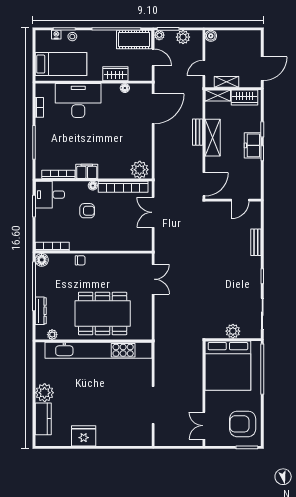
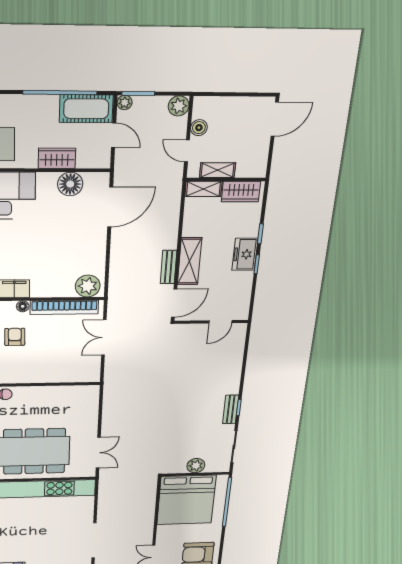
boiler: (211, 36) -> (199, 128), moved
plant: (183, 37) -> (179, 106), moved
door: (204, 68) -> (187, 151), hinge flipped
door: (262, 69) -> (275, 119), moved
floor lamp: (125, 88) -> (70, 184), width x1.89, depth x1.89
bench: (198, 132) -> (168, 267), moved
shelving: (213, 138) -> (190, 261), moved
armchair: (87, 211) -> (15, 337), turned -90
bench: (256, 242) -> (231, 409), moved
double door: (153, 279) -> (98, 453), moved

